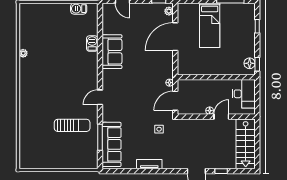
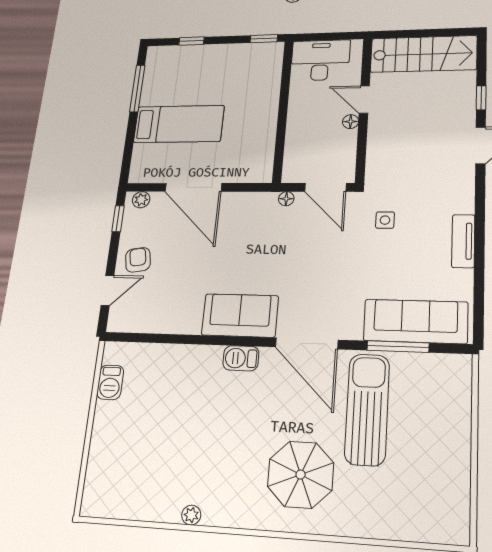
armchair: (138, 14) -> (138, 260), added
barbecue: (92, 44) -> (241, 358), moved
sofa: (112, 52) -> (240, 315), moved
floor lamp: (250, 63) -> (261, 52), removed
door: (100, 97) -> (307, 343), width x1.88
parasol: (43, 99) -> (301, 475), added
sun lounger: (72, 125) -> (367, 409), width x1.36, depth x1.34

